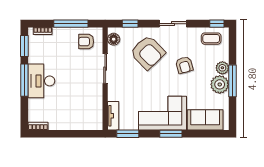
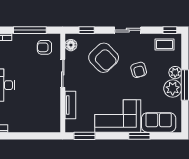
tv unit: (113, 116) -> (70, 105), moved
window: (171, 134) -> (139, 136), moved

